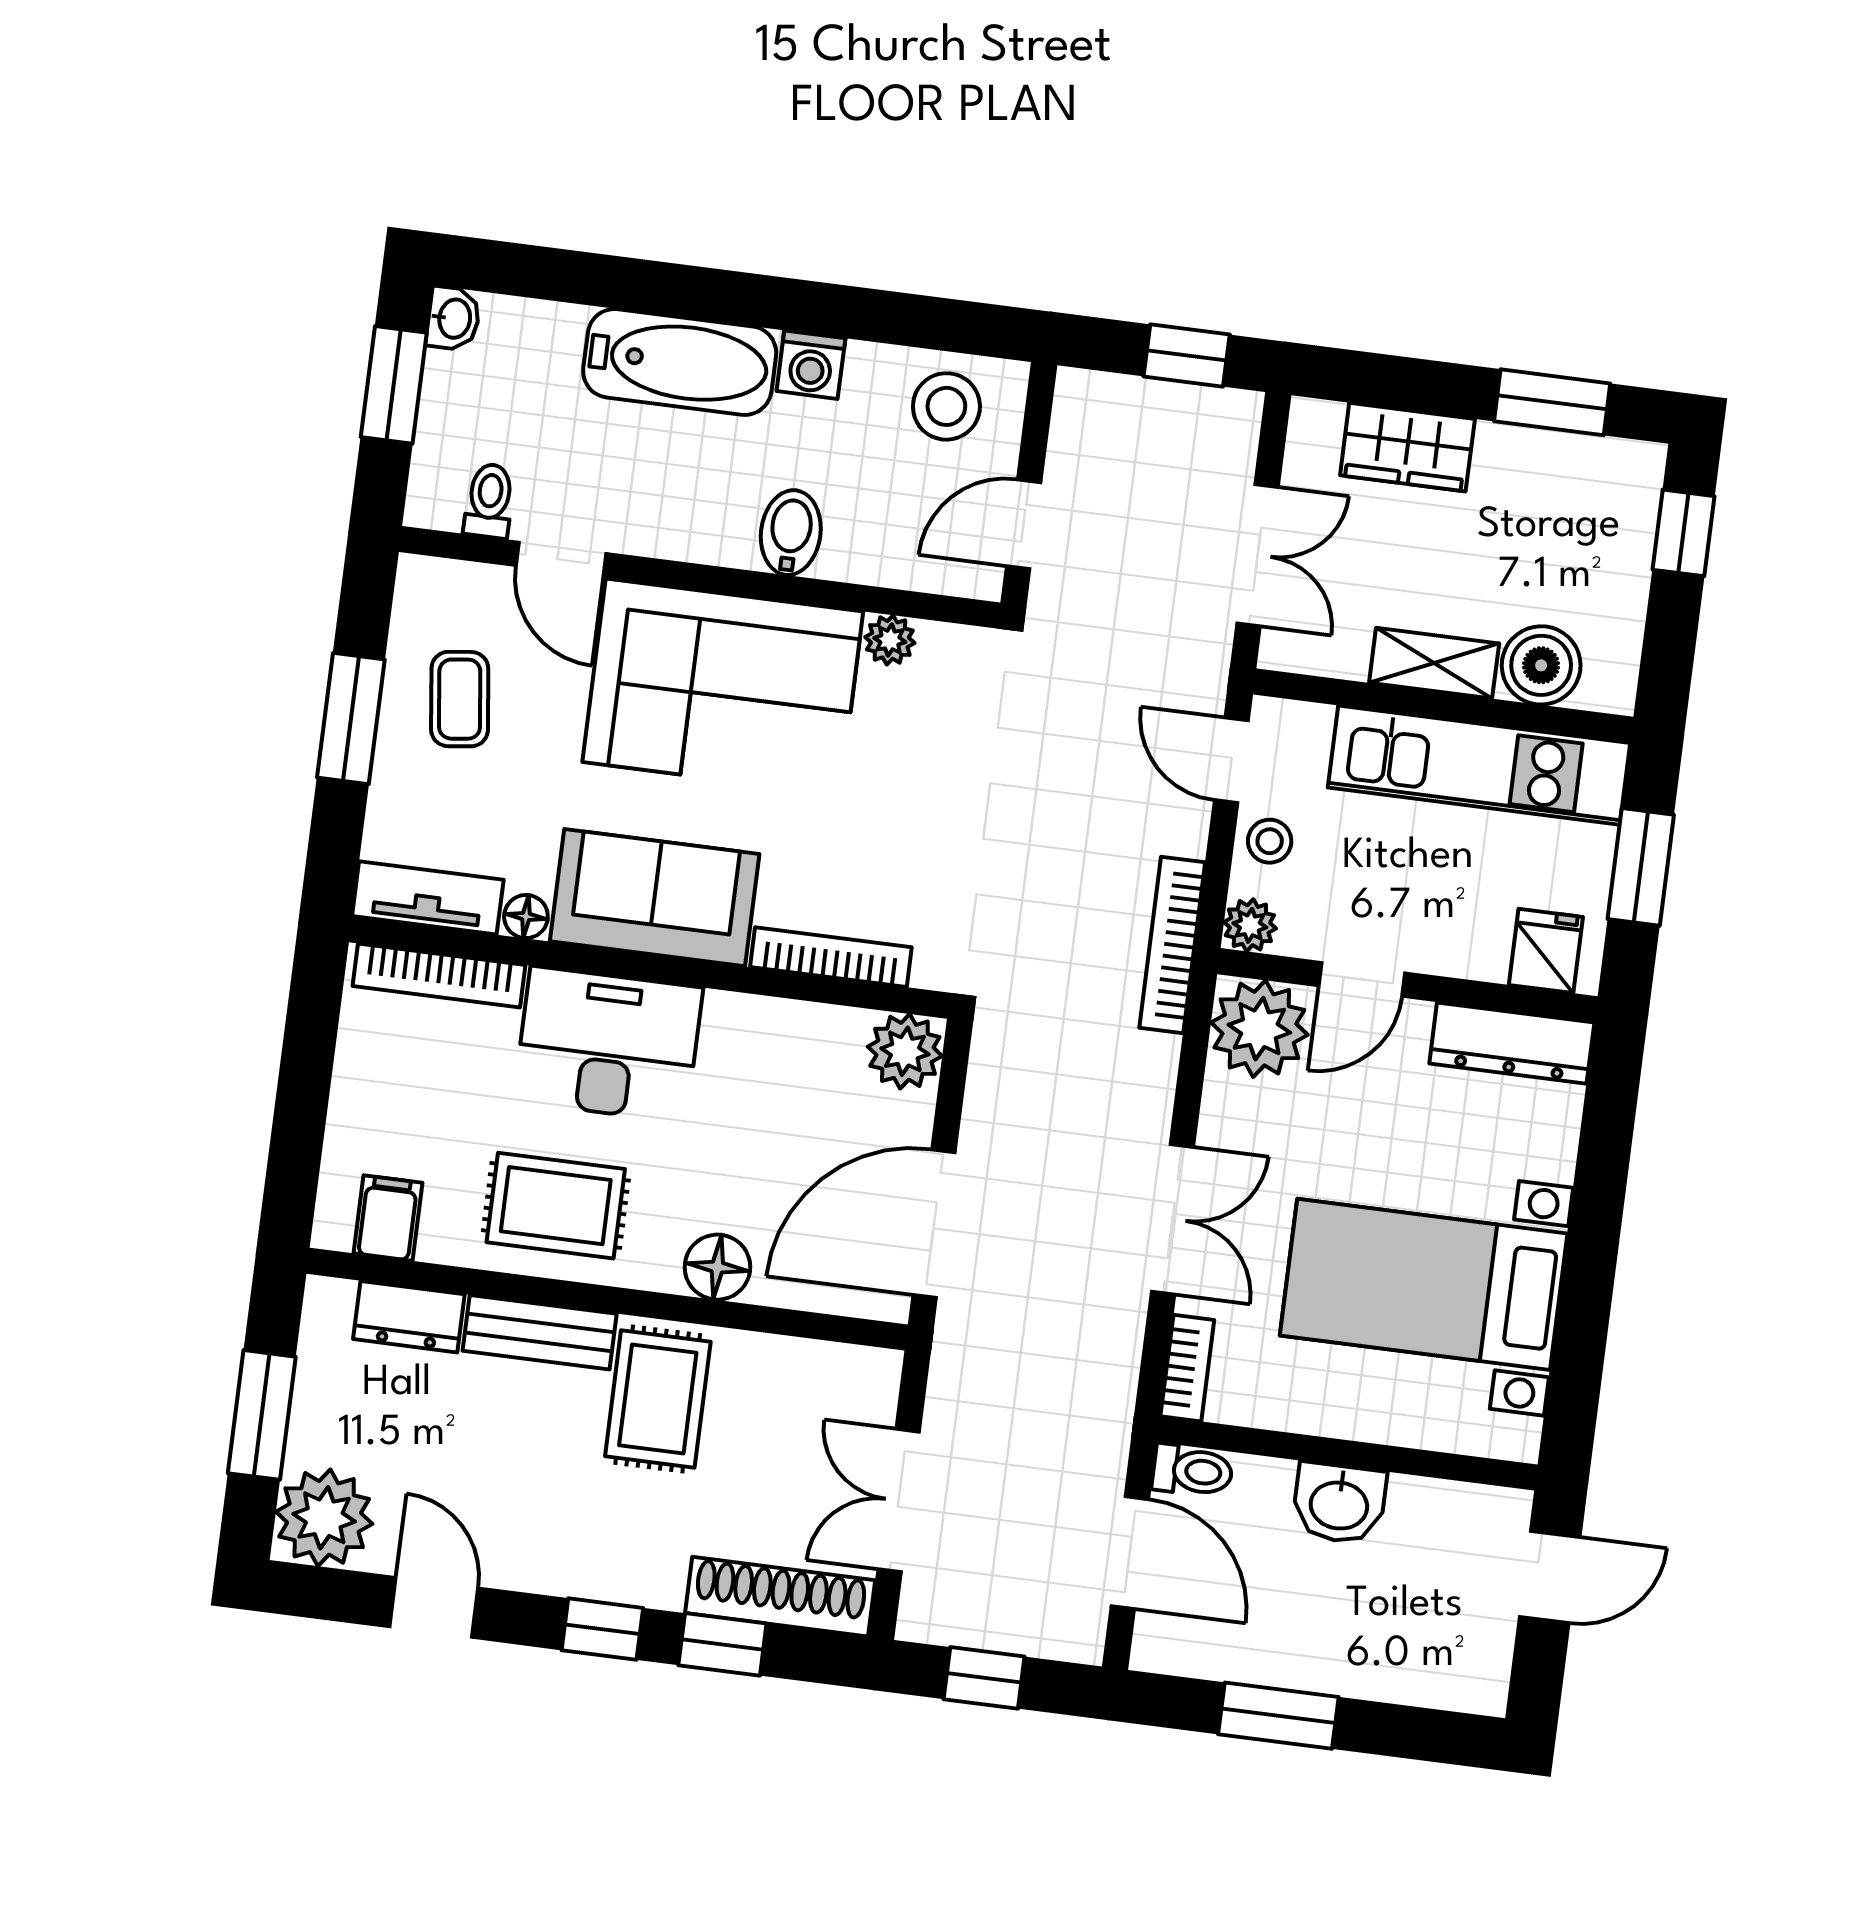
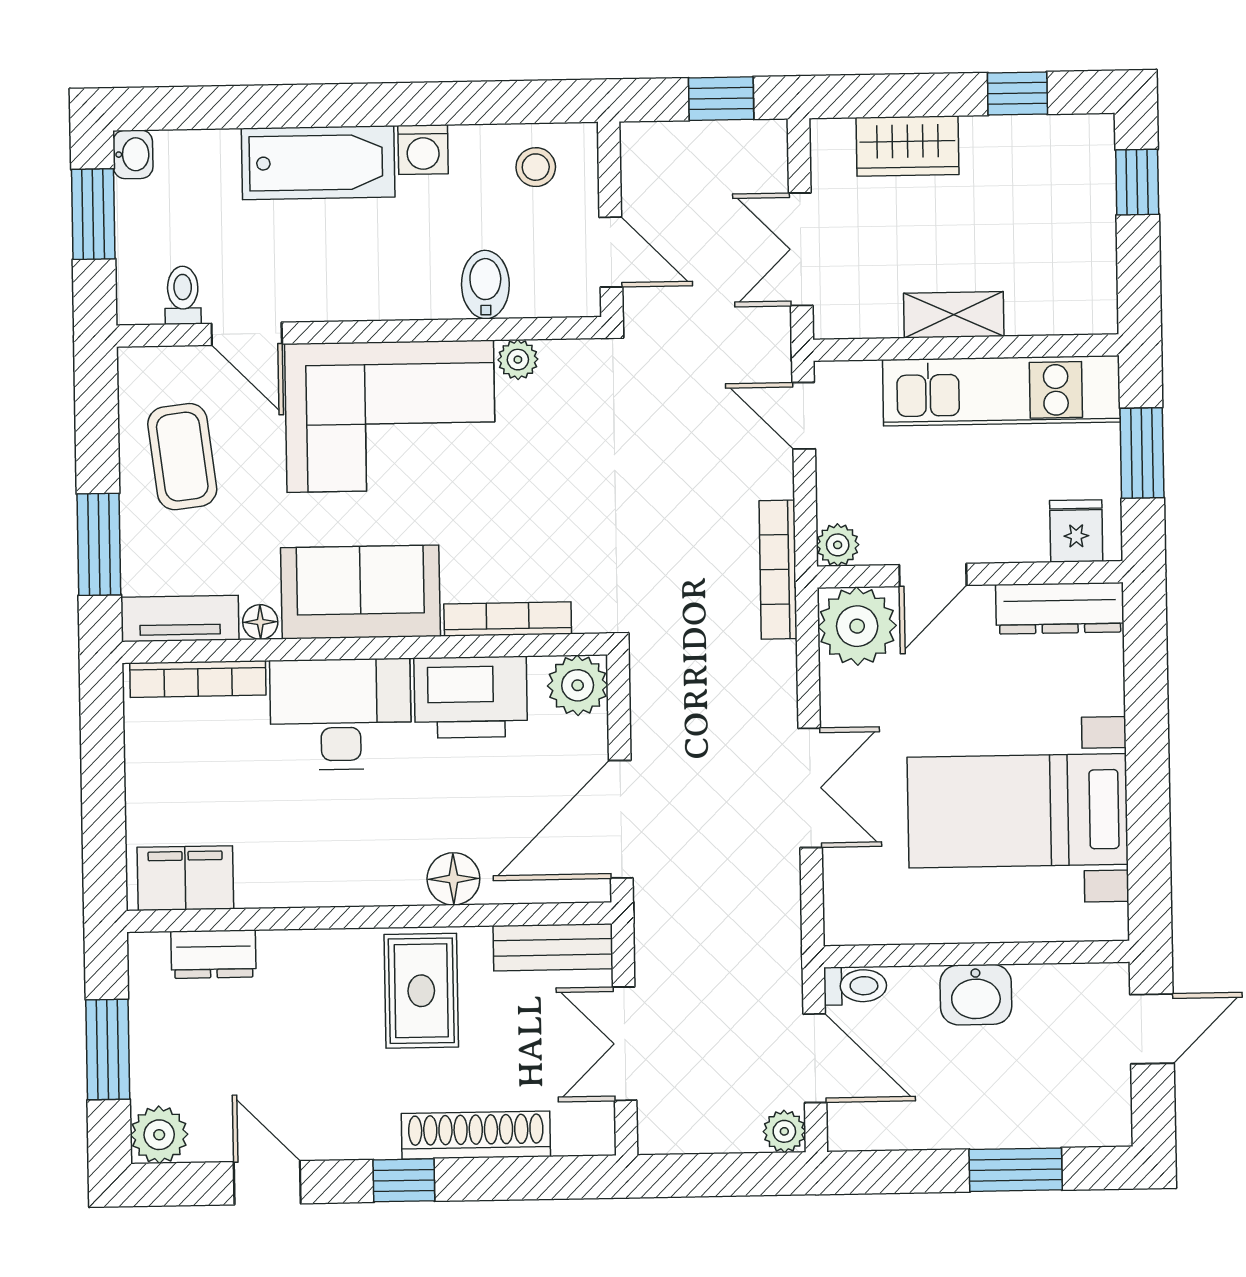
window: (1552, 402) -> (1017, 93), width x0.67
stool: (946, 406) -> (536, 167), width x0.73, depth x0.73
door: (1024, 524) -> (611, 252), swing flipped
bidet: (791, 533) -> (485, 285), moved
double door: (1258, 555) -> (801, 249), swing flipped
boiler: (1541, 665) -> (1039, 304), removed
coffee table: (460, 699) -> (182, 457), width x1.36, depth x1.30
window: (351, 719) -> (99, 544), moved
stool: (1270, 841) -> (844, 476), removed
printer: (771, 1047) -> (471, 697), added
rug: (556, 1206) -> (318, 849), removed
filing cabinet: (388, 1218) -> (185, 878), width x2.00
bench: (540, 1332) -> (553, 947), moved
bookcase: (1187, 1368) -> (839, 905), removed
plant: (324, 1518) -> (159, 1135), width x0.73, depth x0.73
shoe rack: (780, 1597) -> (476, 1135), moved
plant: (1079, 1637) -> (784, 1131), added
window: (722, 1644) -> (501, 1179), removed
window: (984, 1678) -> (713, 1175), removed
window: (1278, 1716) -> (1016, 1170), moved

